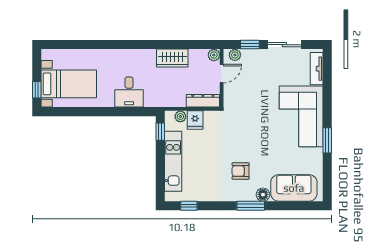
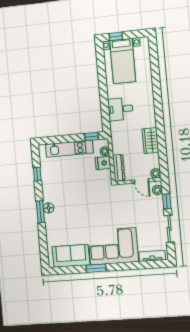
armchair: (241, 171) -> (66, 202), removed
sofa: (294, 188) -> (71, 256), moved, turned -90
floor lamp: (263, 195) -> (49, 208), moved
window: (189, 206) -> (37, 174), moved

